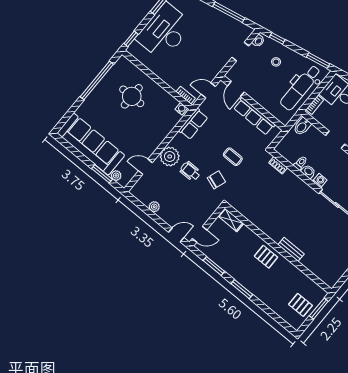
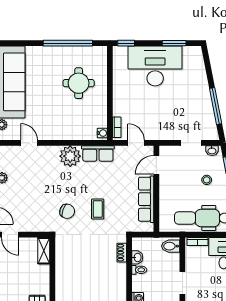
plant: (170, 156) -> (70, 156), moved
wheelchair: (190, 171) -> (56, 184), removed
washbasin: (308, 172) -> (137, 257), moved

